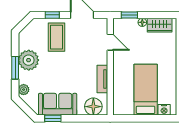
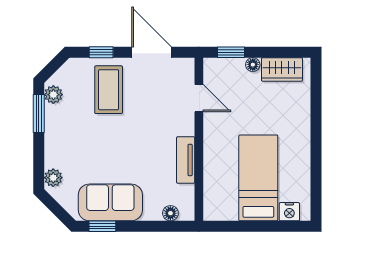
plant: (29, 60) -> (53, 95), moved, width x0.53, depth x0.53
window: (15, 68) -> (39, 114), moved
floor lamp: (93, 107) -> (170, 213), width x0.53, depth x0.53

